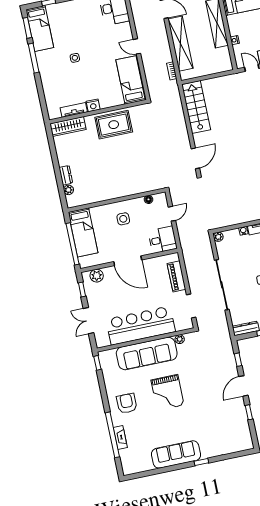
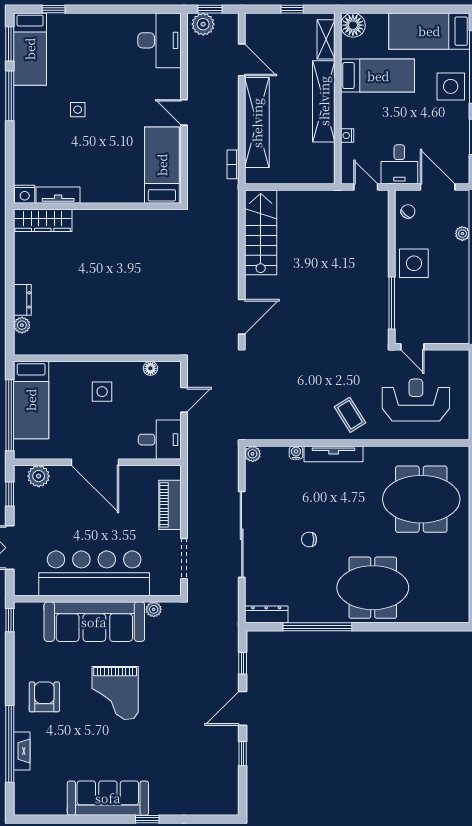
nightstand: (93, 105) -> (25, 194), moved
rug: (114, 125) -> (119, 233), removed

